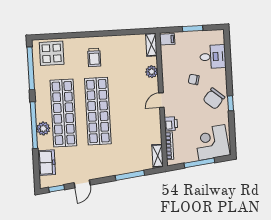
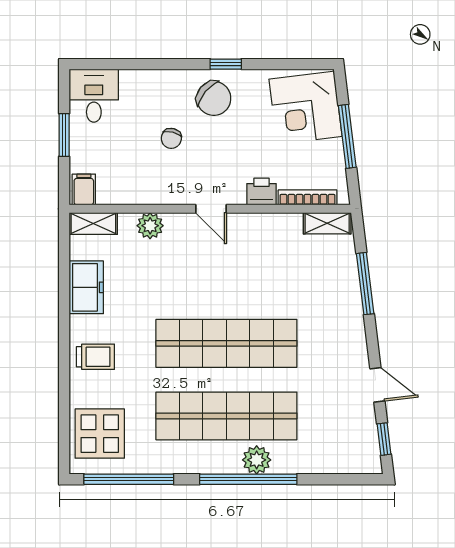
trolley: (94, 57) -> (95, 357), moved
desk: (213, 57) -> (94, 96), moved
freezer: (47, 163) -> (86, 287), moved, turned 90

